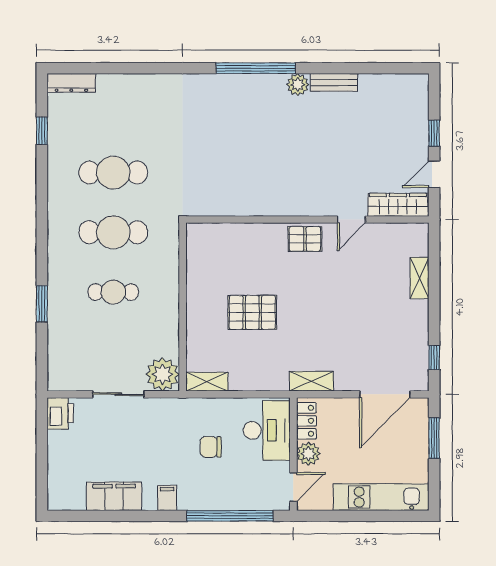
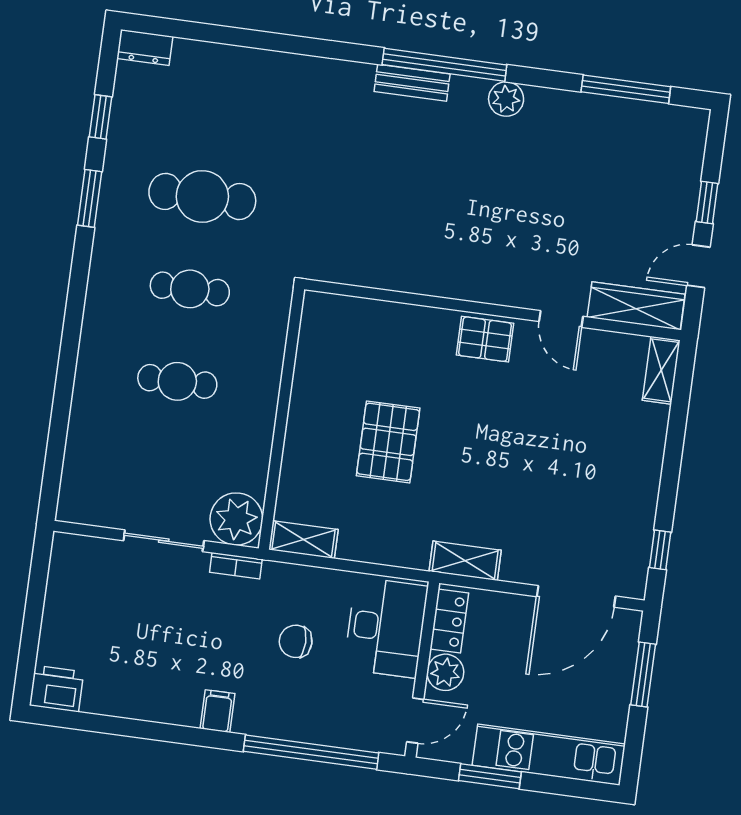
window: (373, 68) -> (626, 89), added
bench: (334, 82) -> (412, 83), moved
dresser: (71, 83) -> (145, 48), width x0.70
door: (351, 220) -> (561, 319), hinge flipped
cafe table: (113, 232) -> (190, 289), width x0.73, depth x0.74
shelving: (419, 278) -> (661, 370), moved
window: (42, 304) -> (90, 198), moved
pallet: (252, 312) -> (388, 442), turned 90
bookcase: (166, 404) -> (236, 566), added
printer: (60, 413) -> (57, 689), moved, turned -90
filing cabinet: (114, 496) -> (136, 697), removed
window: (346, 516) -> (490, 776), added

